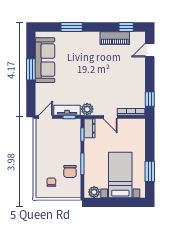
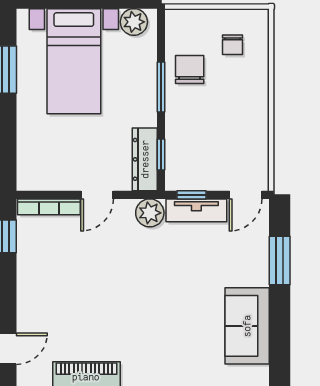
sofa: (45, 60) -> (247, 326), width x0.73
window: (31, 69) -> (280, 260), moved
door: (110, 117) -> (97, 195), swing flipped
dresser: (89, 128) -> (145, 159), width x1.44

